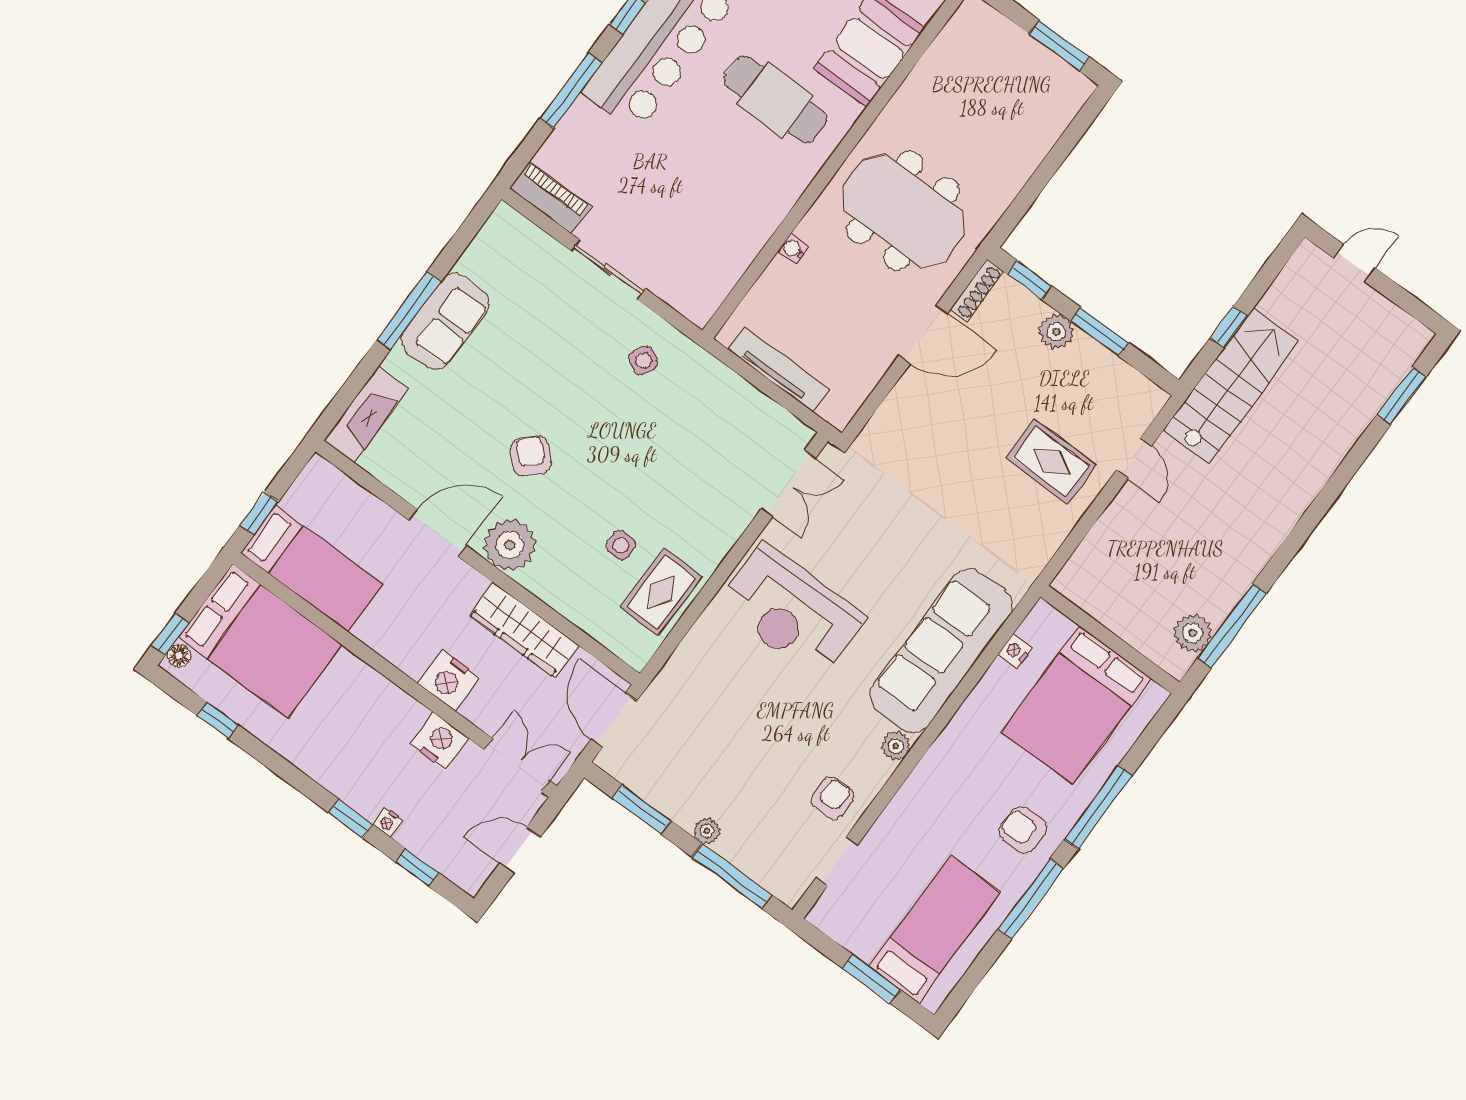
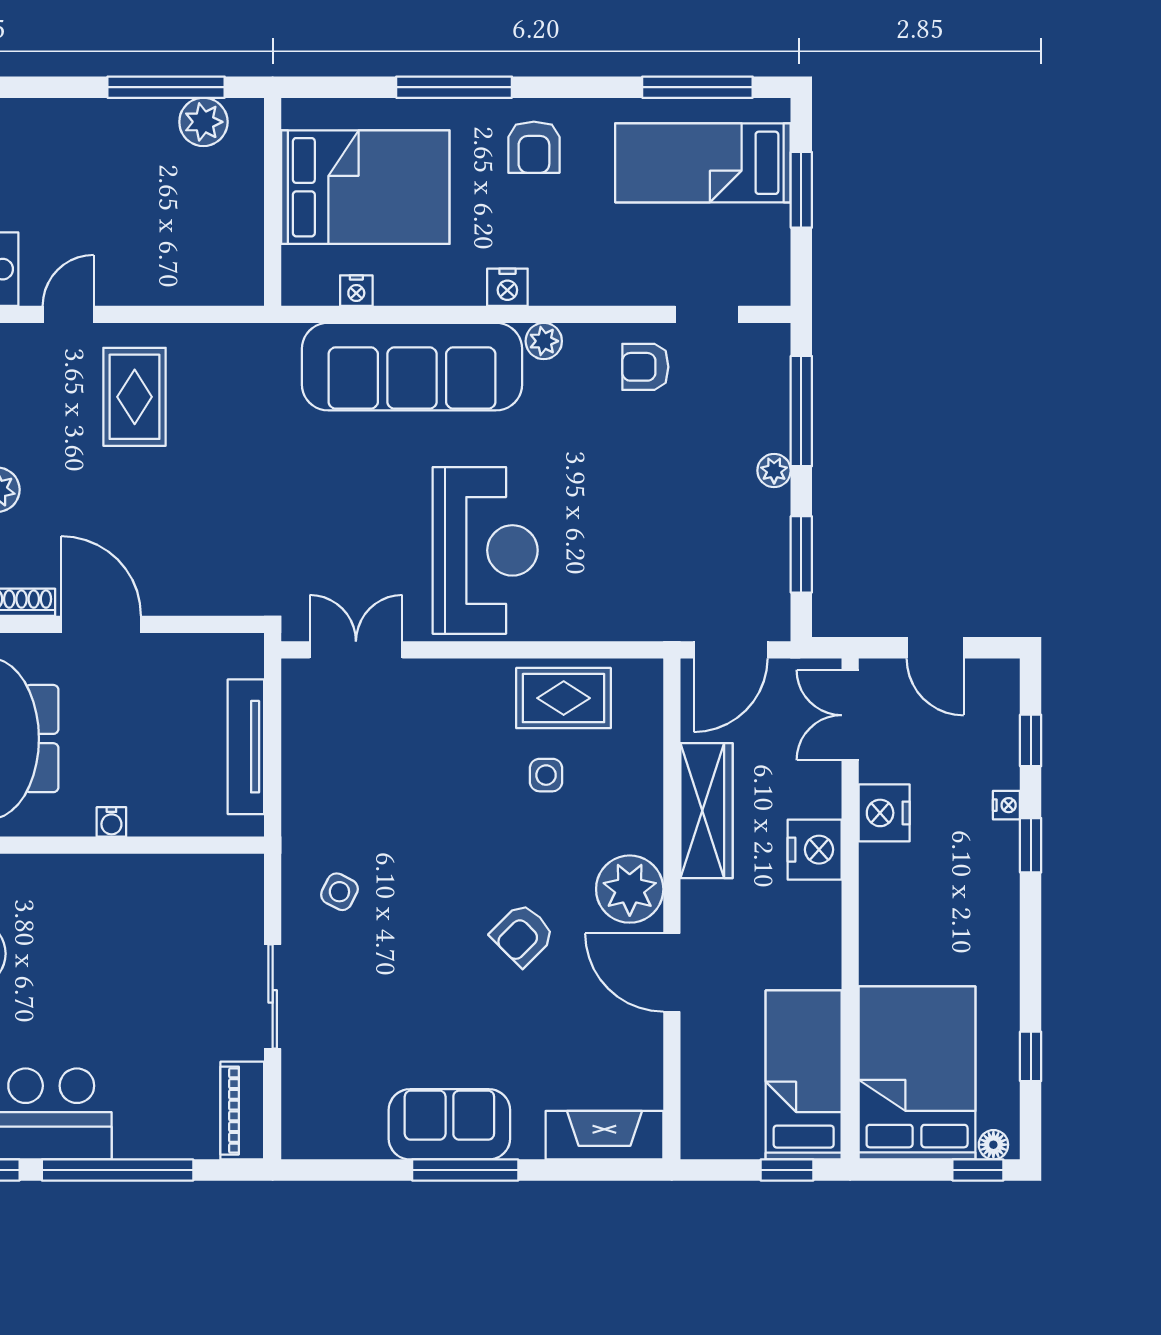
window: (571, 91) -> (118, 1170), width x1.46
nightstand: (947, 748) -> (507, 287), added
window: (1030, 899) -> (697, 87), moved

